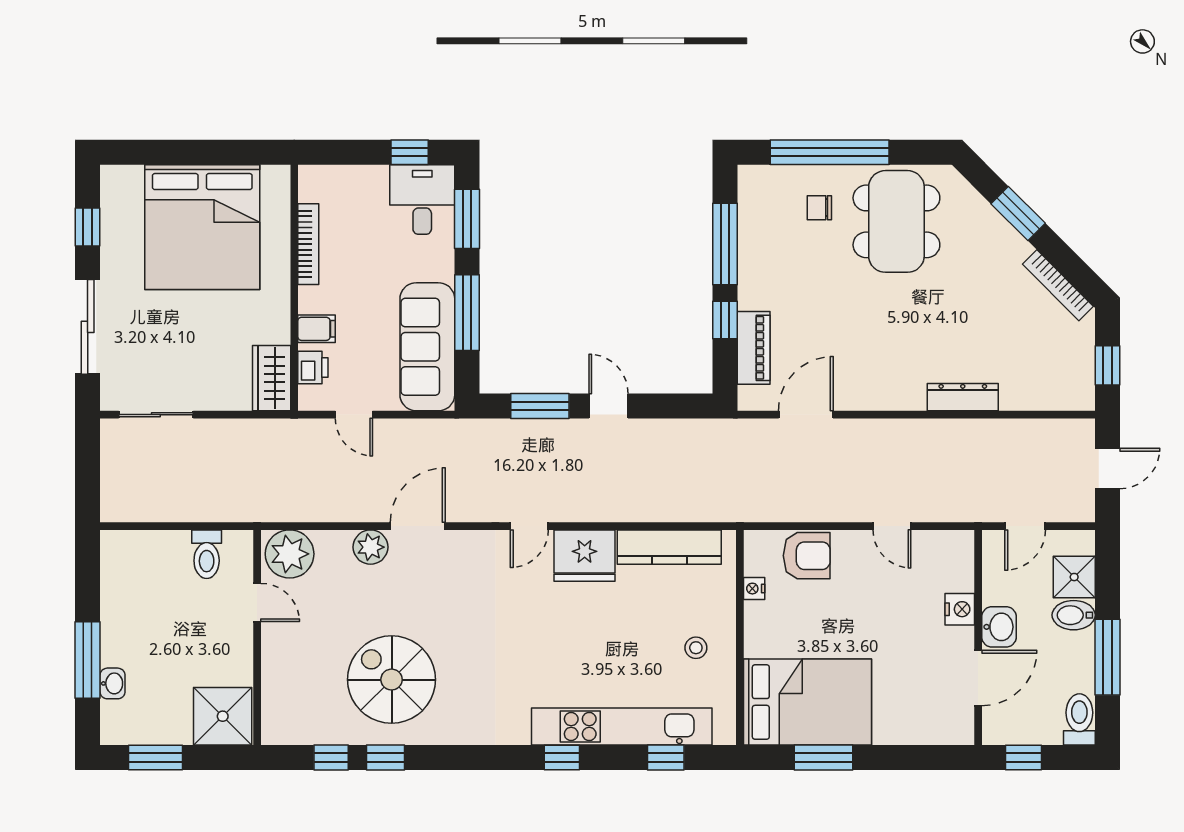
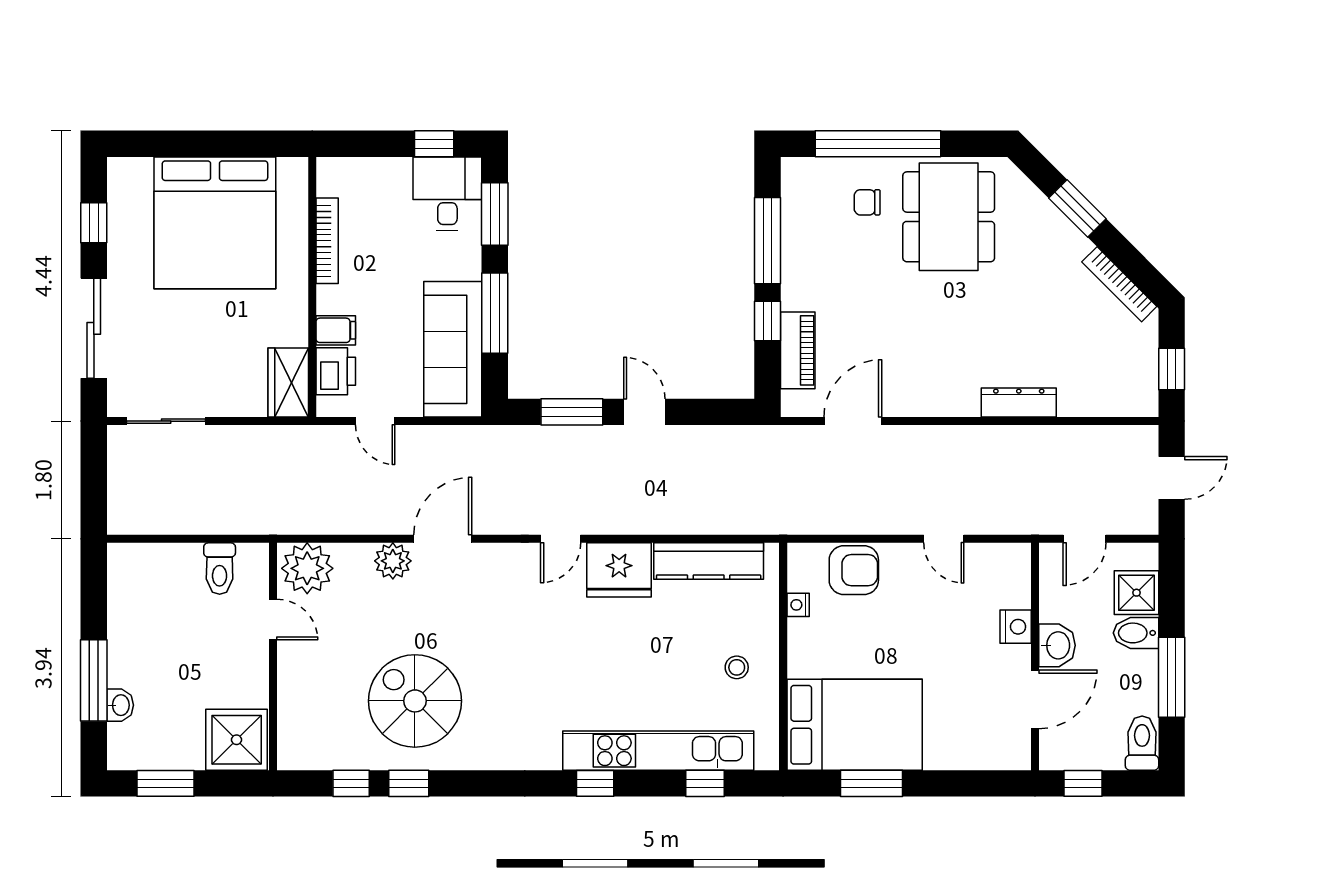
printer: (313, 368) -> (336, 371), width x1.36, depth x1.24

